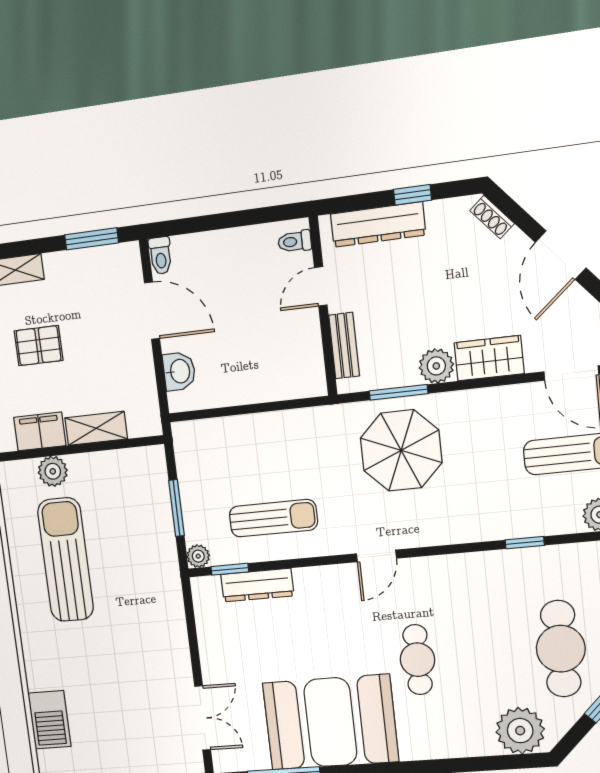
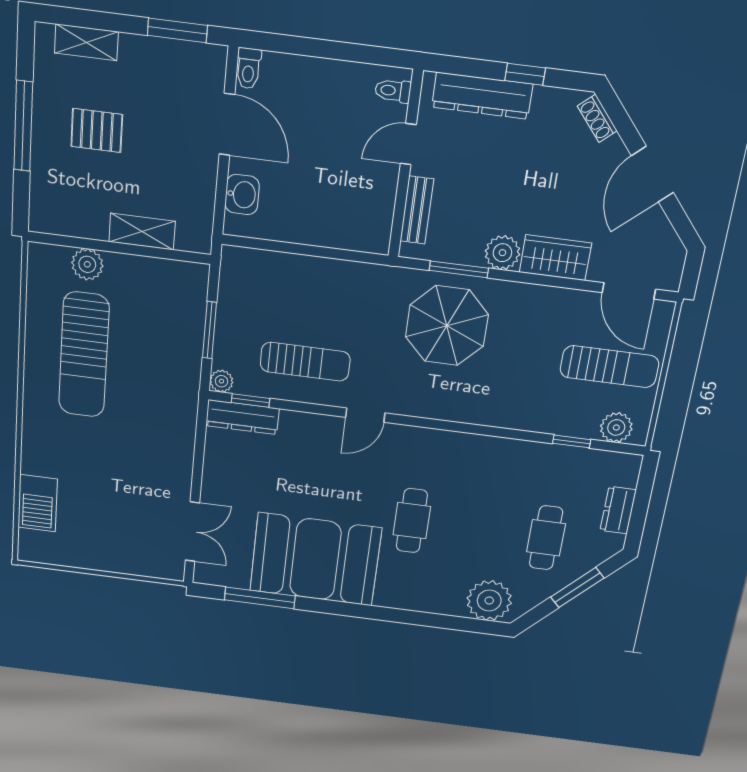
filing cabinet: (40, 432) -> (81, 221), removed
window: (525, 543) -> (572, 441), moved
door: (376, 556) -> (365, 415), moved
sun lounger: (66, 560) -> (84, 355), turned 180
dresser: (257, 585) -> (242, 417), moved
cafe table: (561, 649) -> (546, 538), width x0.73, depth x0.74

